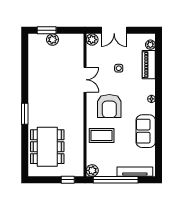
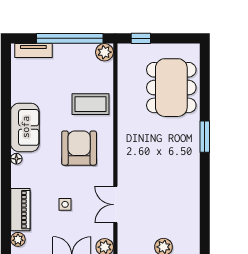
double door: (85, 80) -> (115, 205), moved
sofa: (146, 131) -> (25, 127), moved
tv unit: (135, 172) -> (33, 51), width x0.71

